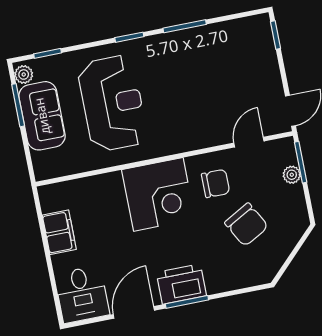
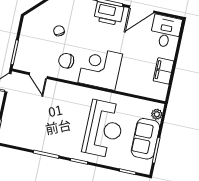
plant: (24, 74) -> (157, 114), moved
reception desk: (113, 103) -> (104, 129), turned 180
door: (249, 142) -> (38, 76), hinge flipped
plant: (292, 175) -> (22, 48), removed
chair: (246, 225) -> (59, 31), width x0.54, depth x0.54

